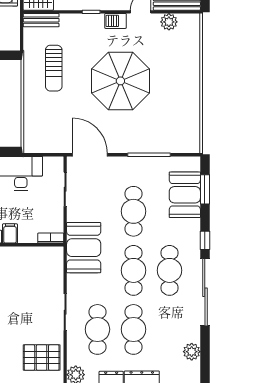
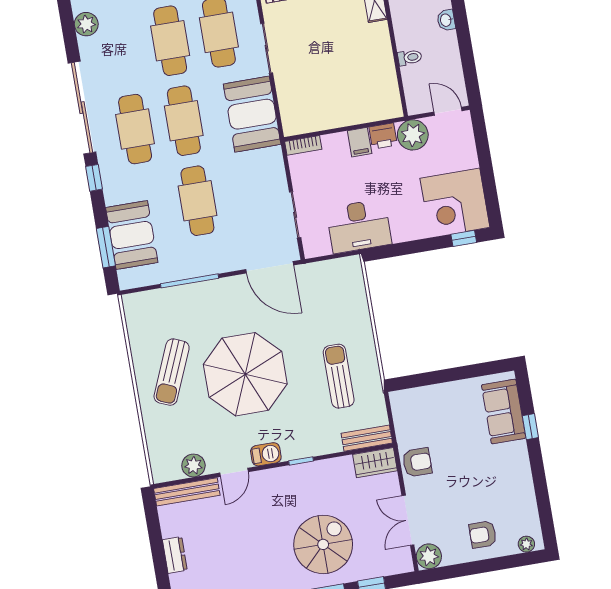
sun lounger: (173, 92) -> (172, 372), added
booth: (84, 248) -> (252, 114), moved

